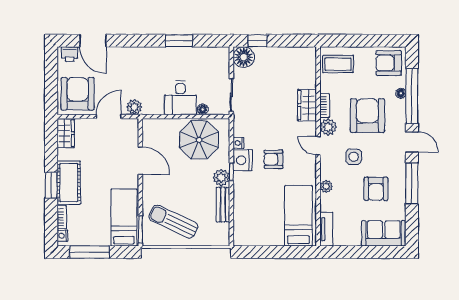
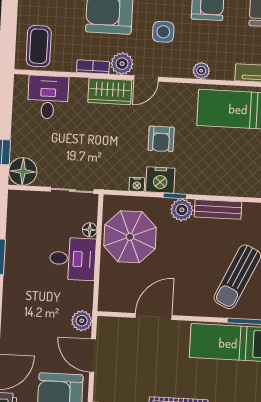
desk: (300, 73) -> (48, 97), added
wardrobe: (307, 105) -> (110, 91), moved

